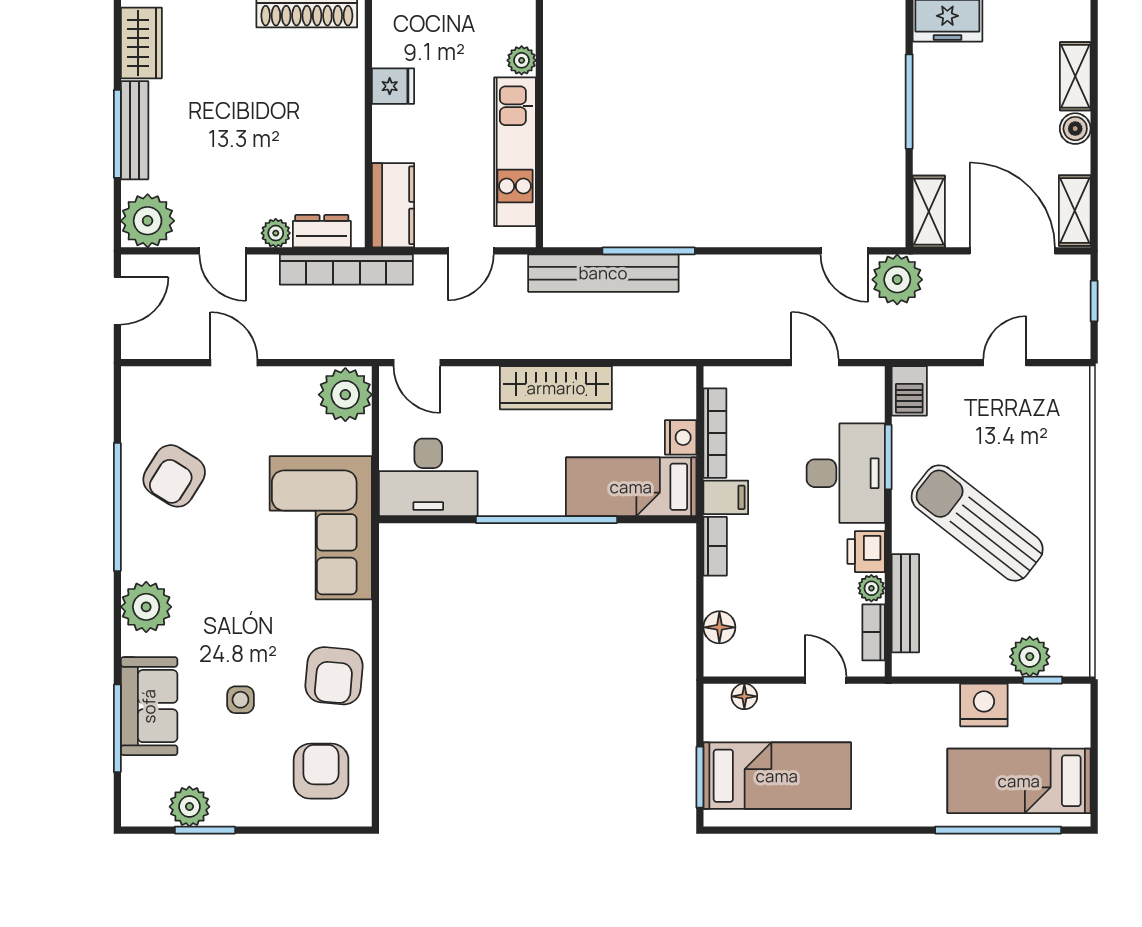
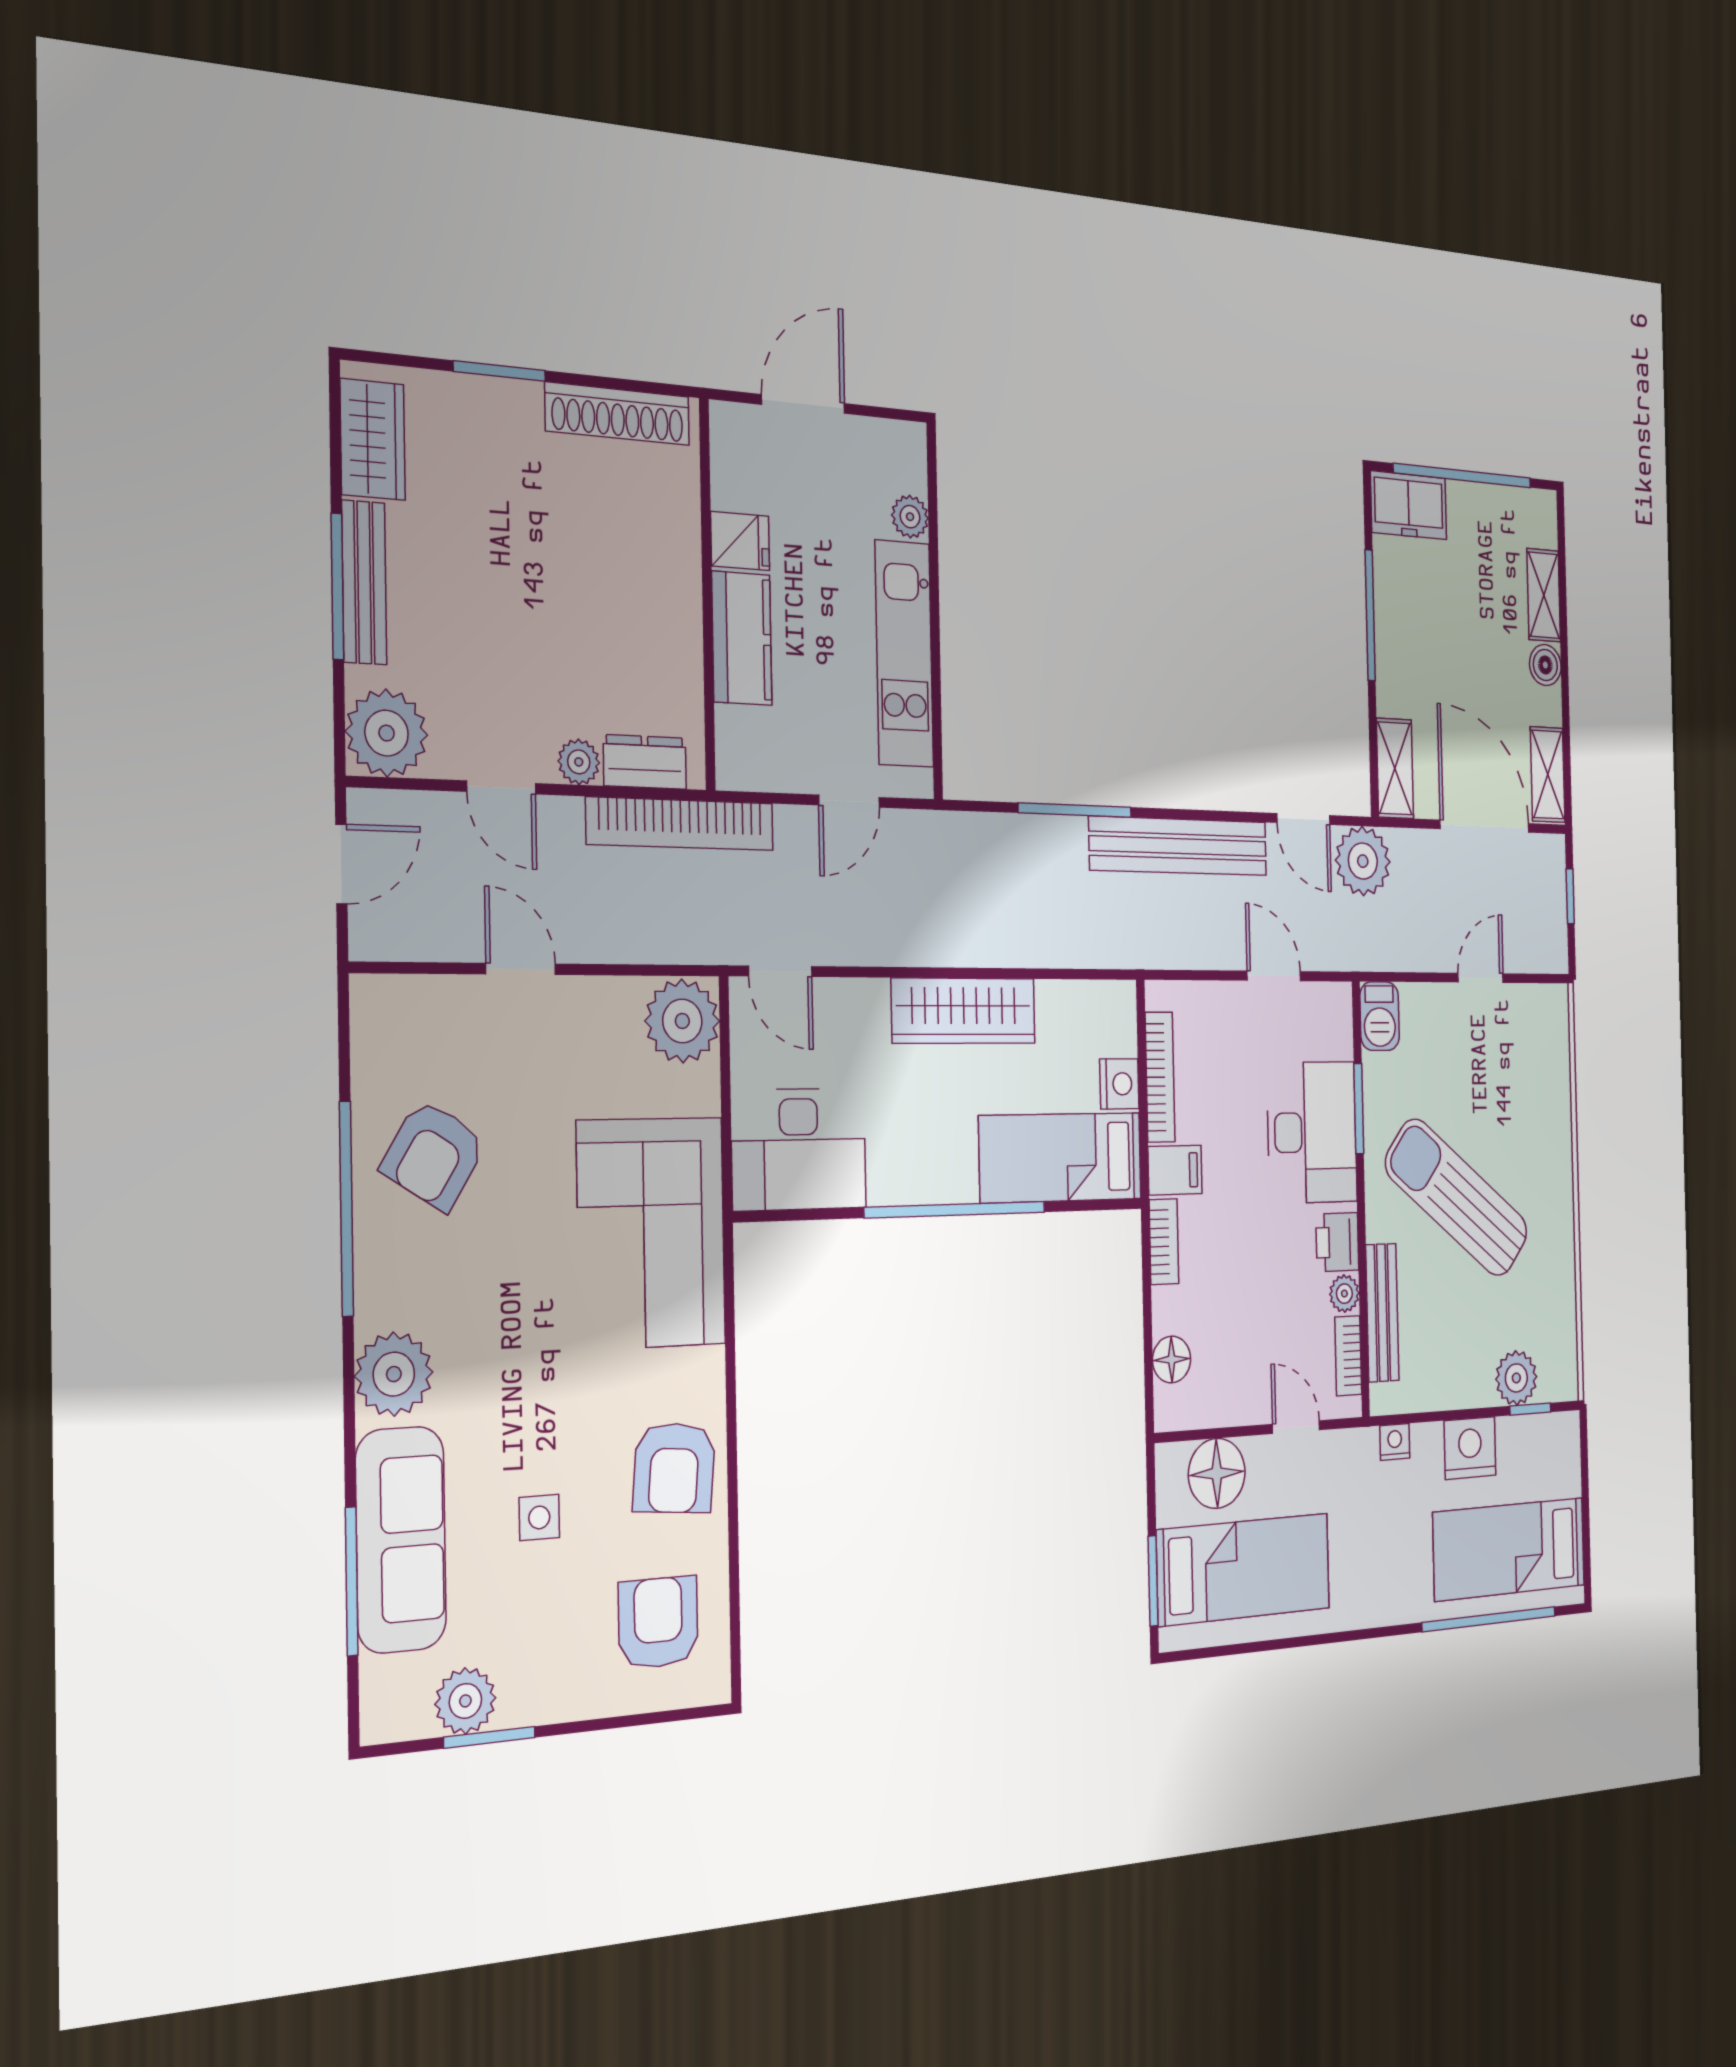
kitchen counter: (393, 205) -> (742, 638), moved
bench: (603, 273) -> (1179, 846), moved
floor lamp: (744, 696) -> (1217, 1473), width x1.89, depth x1.89
nightstand: (914, 696) -> (1395, 1442), added
sofa: (149, 706) -> (401, 1540), width x1.36

